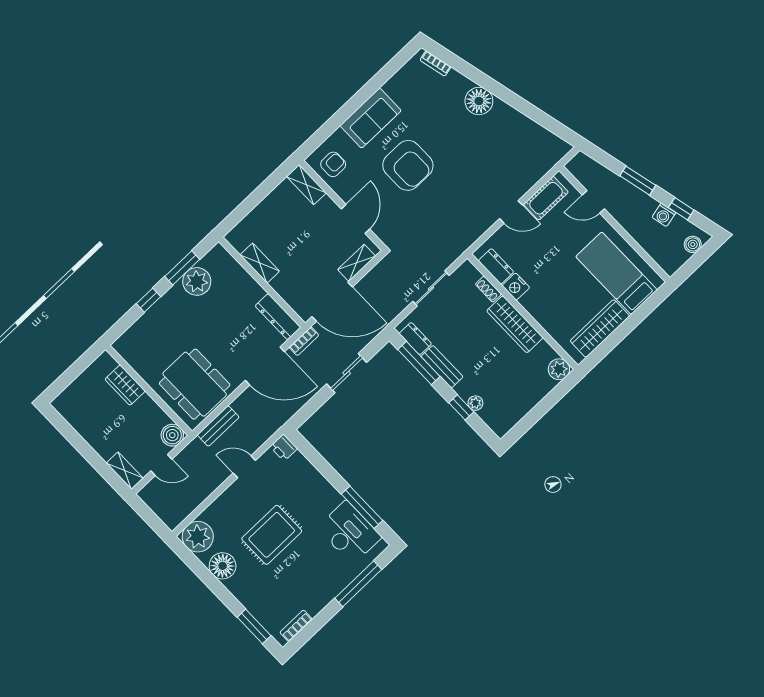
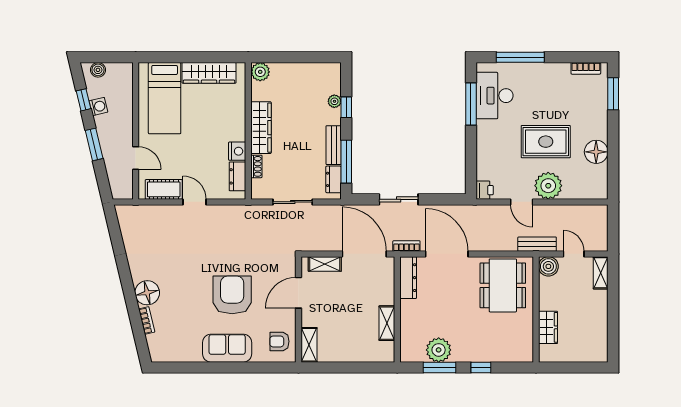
bookcase: (435, 63) -> (147, 320), moved
bench: (218, 426) -> (537, 244), moved
plant: (198, 537) -> (548, 186), moved

